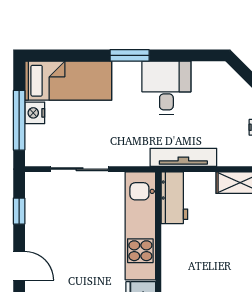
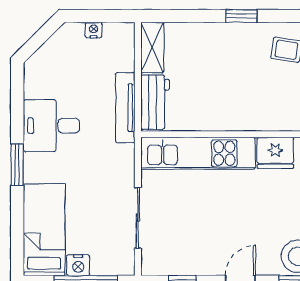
workbench: (174, 198) -> (155, 102), moved, turned 90

